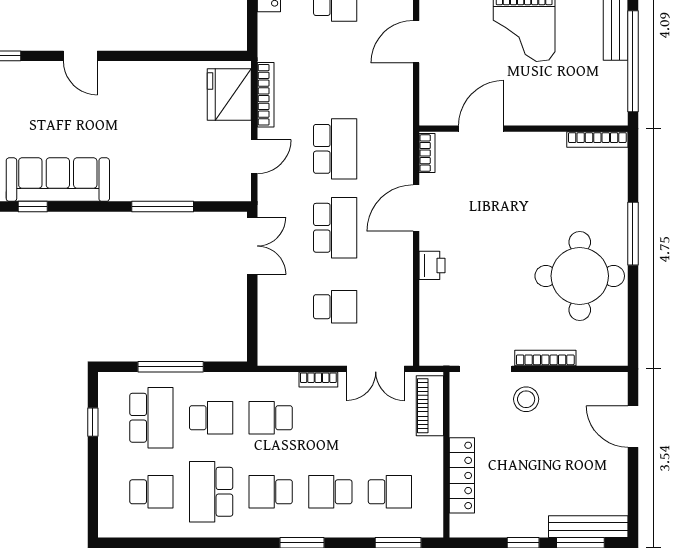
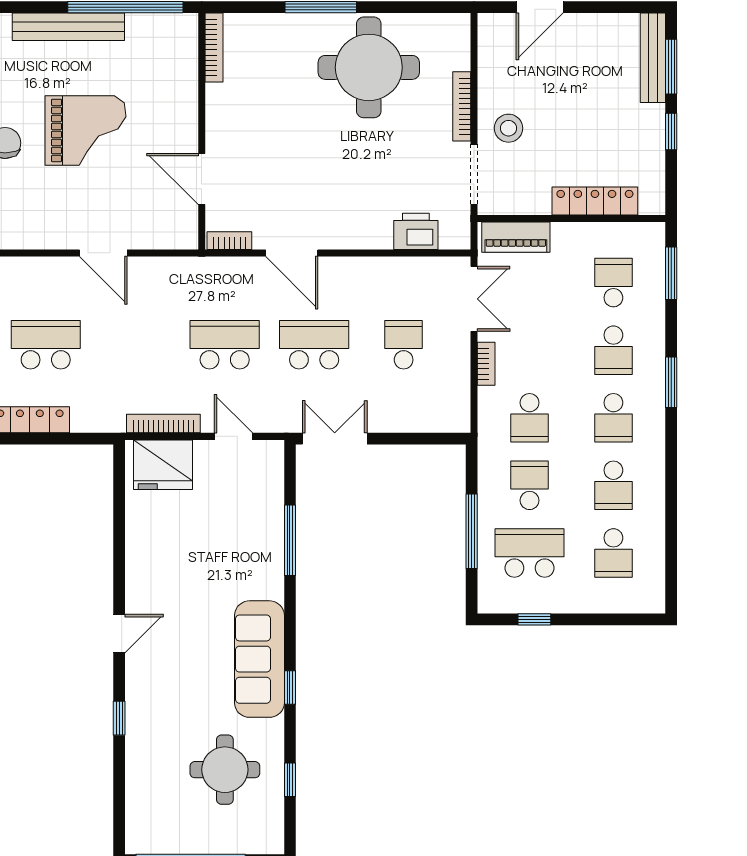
printer: (432, 265) -> (416, 231), moved, width x1.36, depth x1.24
school desk: (151, 492) -> (613, 553), turned 180
school desk: (211, 492) -> (613, 485), width x0.54

